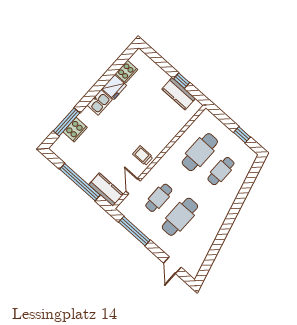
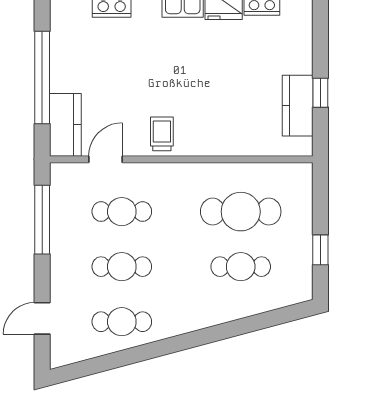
cafe table: (180, 217) -> (122, 267), width x0.73, depth x0.74
cafe table: (201, 236) -> (122, 322), added

